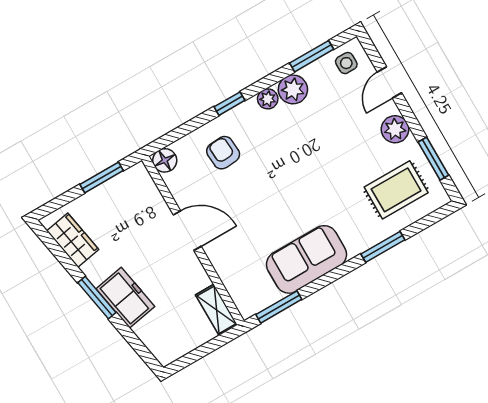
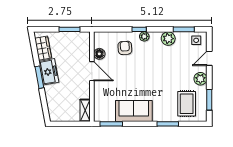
plant: (268, 99) -> (144, 36), moved
floor lamp: (165, 160) -> (99, 54), moved
rug: (396, 190) -> (187, 104), turned 90
freezer: (125, 298) -> (49, 72), moved

